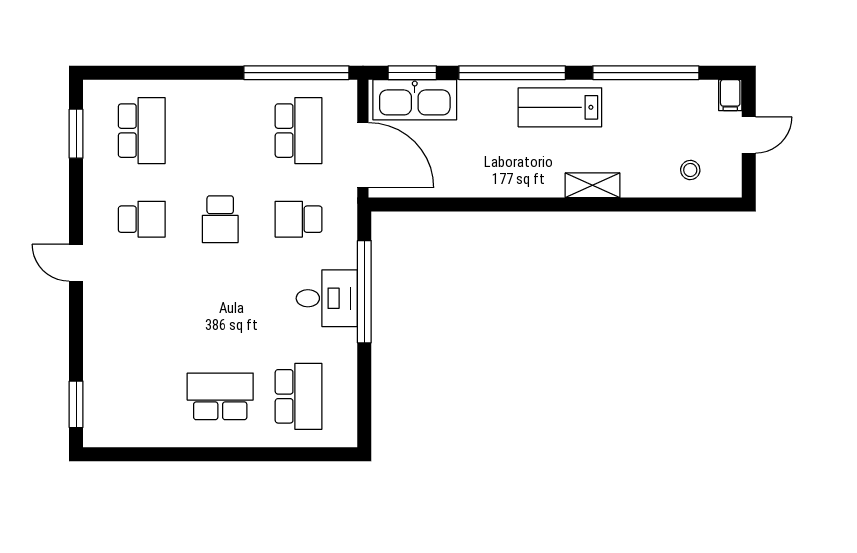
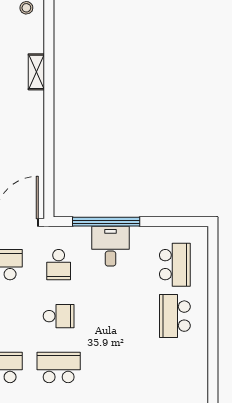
school desk: (142, 219) -> (59, 367), width x1.85
school desk: (299, 396) -> (175, 265), turned 90

